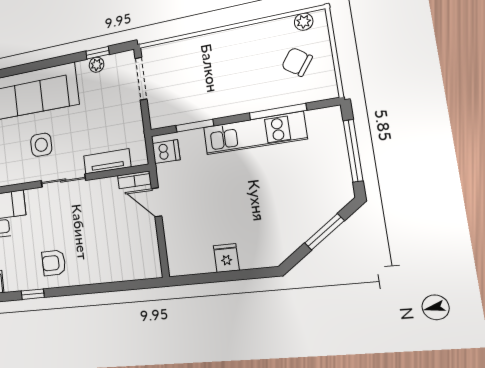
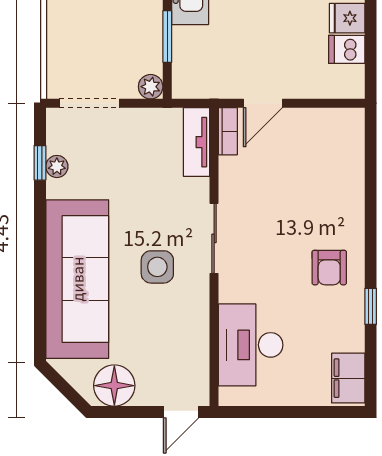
plant: (158, 120) -> (151, 87), added
dishwasher: (166, 152) -> (347, 49), moved, turned -90
tv unit: (107, 161) -> (197, 142), moved

